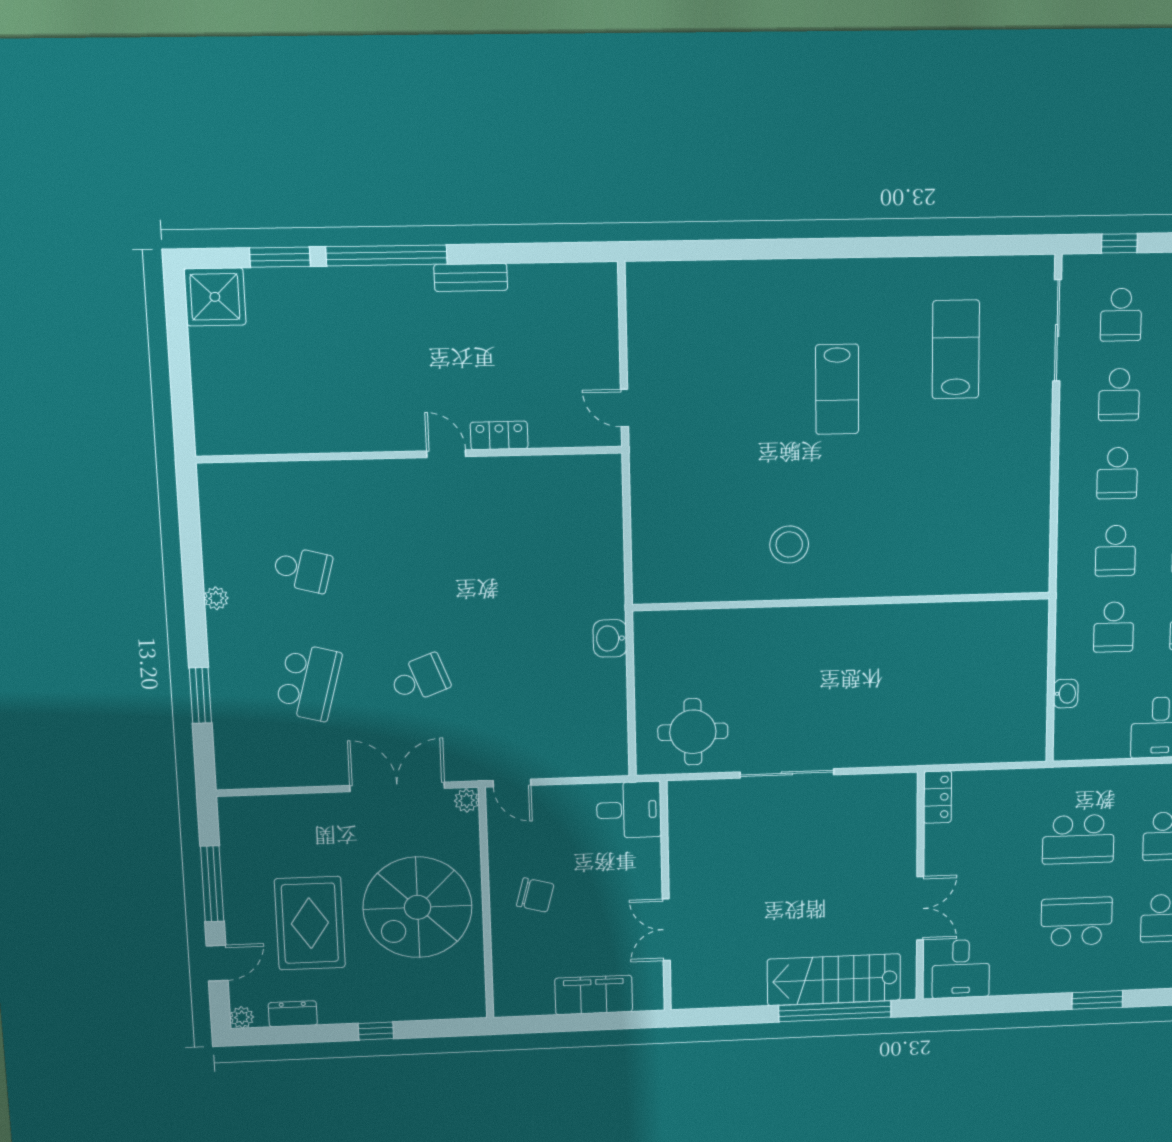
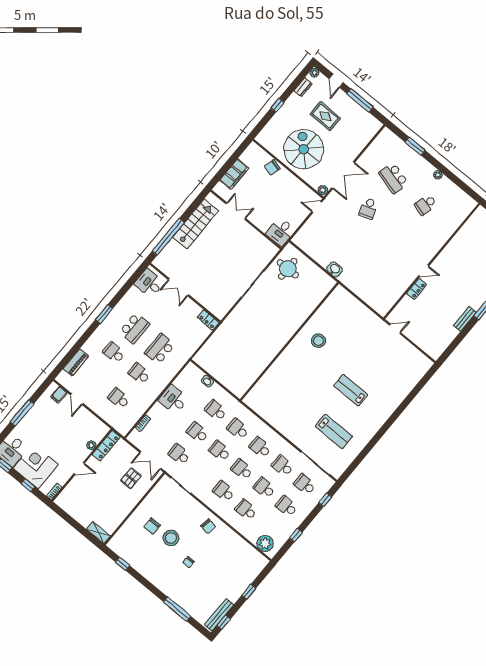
chair: (535, 895) -> (272, 167), moved
rug: (310, 923) -> (325, 116), width x0.73, depth x0.70
stairs: (834, 980) -> (196, 224), moved

